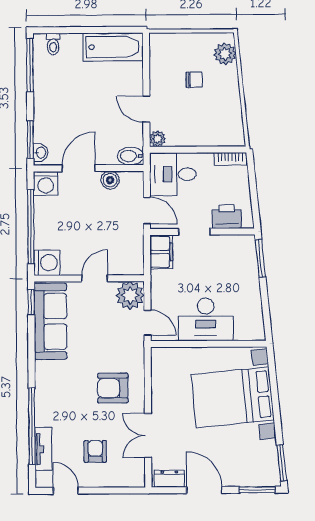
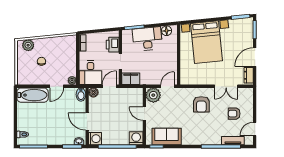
bathtub: (113, 47) -> (32, 95), moved, turned 90
boiler: (110, 180) -> (93, 92), moved
desk: (206, 319) -> (147, 39), moved, turned -96
floor lamp: (254, 320) -> (167, 31), added
sofa: (51, 321) -> (167, 137), width x0.73

